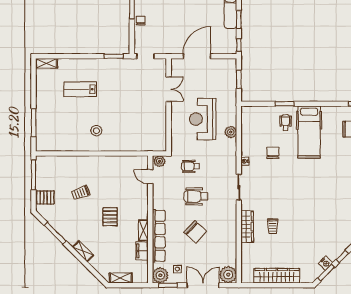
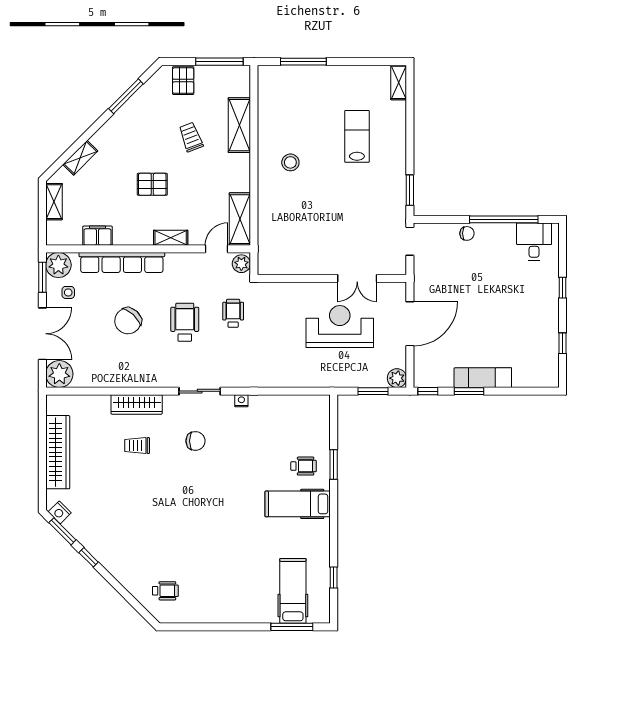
door: (197, 56) -> (410, 324), hinge flipped
reception desk: (203, 119) -> (340, 327), moved
plant: (231, 132) -> (397, 378), moved
hospital bed: (309, 132) -> (298, 504), width x0.73, depth x0.78
chair: (273, 153) -> (195, 441), moved
shelving: (73, 162) -> (239, 125), added
shelving: (132, 162) -> (240, 219), added
shelving: (143, 230) -> (171, 238), moved
shelving: (83, 251) -> (80, 158), moved
nightstand: (326, 263) -> (60, 512), moved

